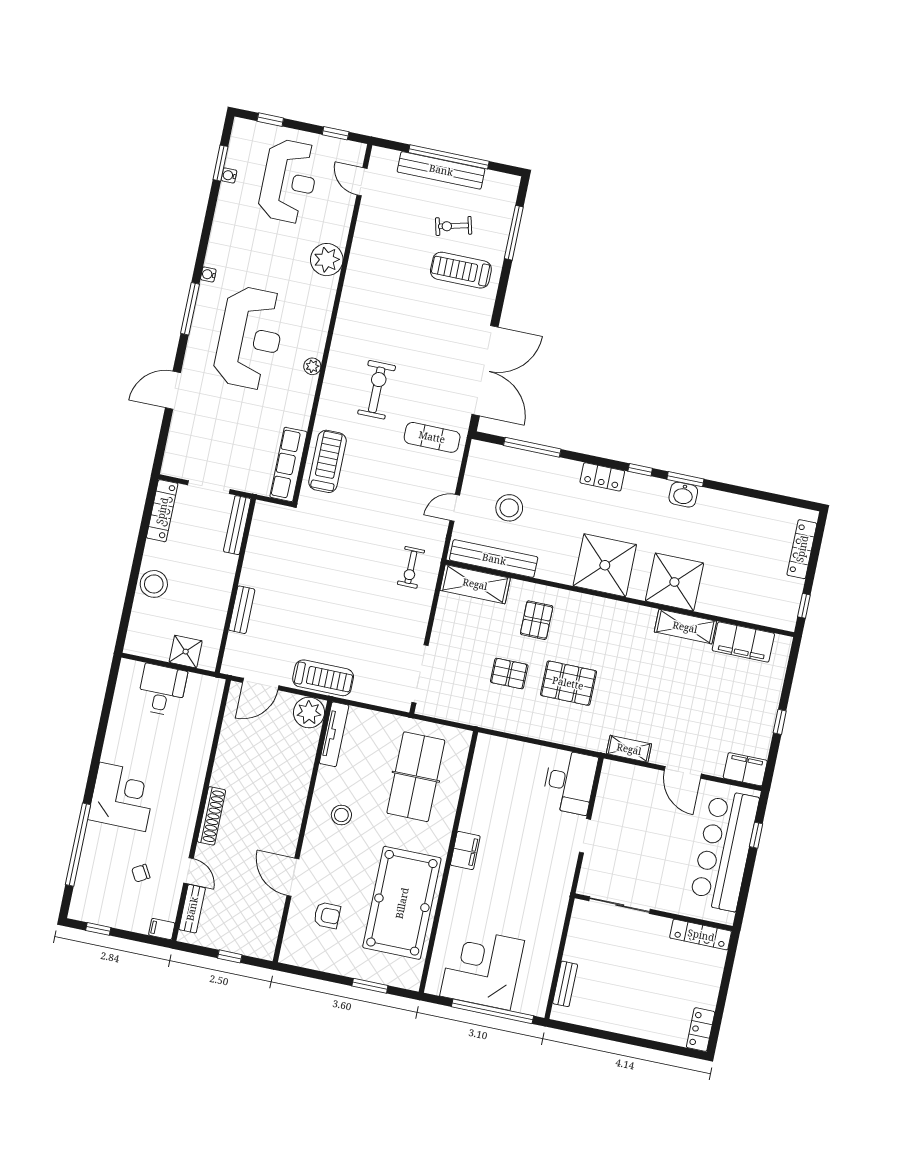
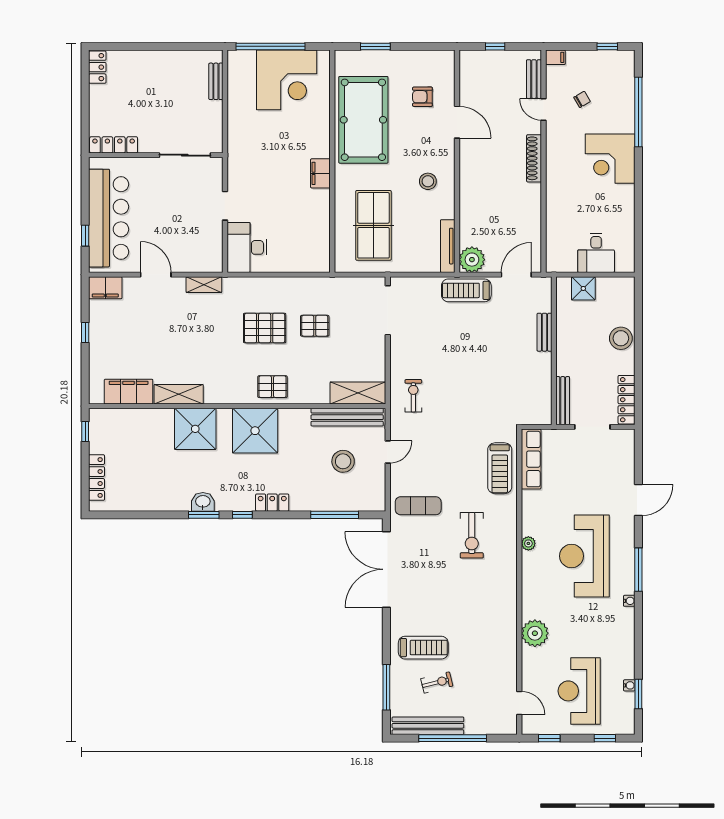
bench: (441, 170) -> (428, 726), moved
pallet: (537, 620) -> (273, 387), moved, turned 90

